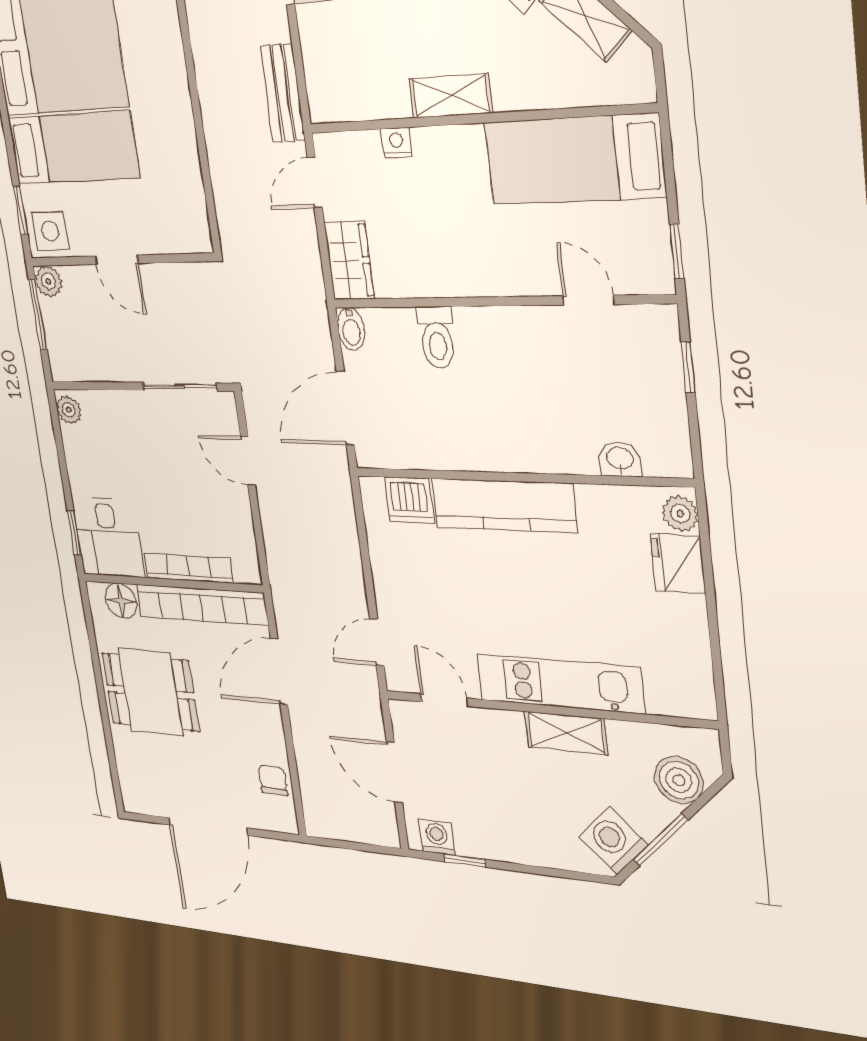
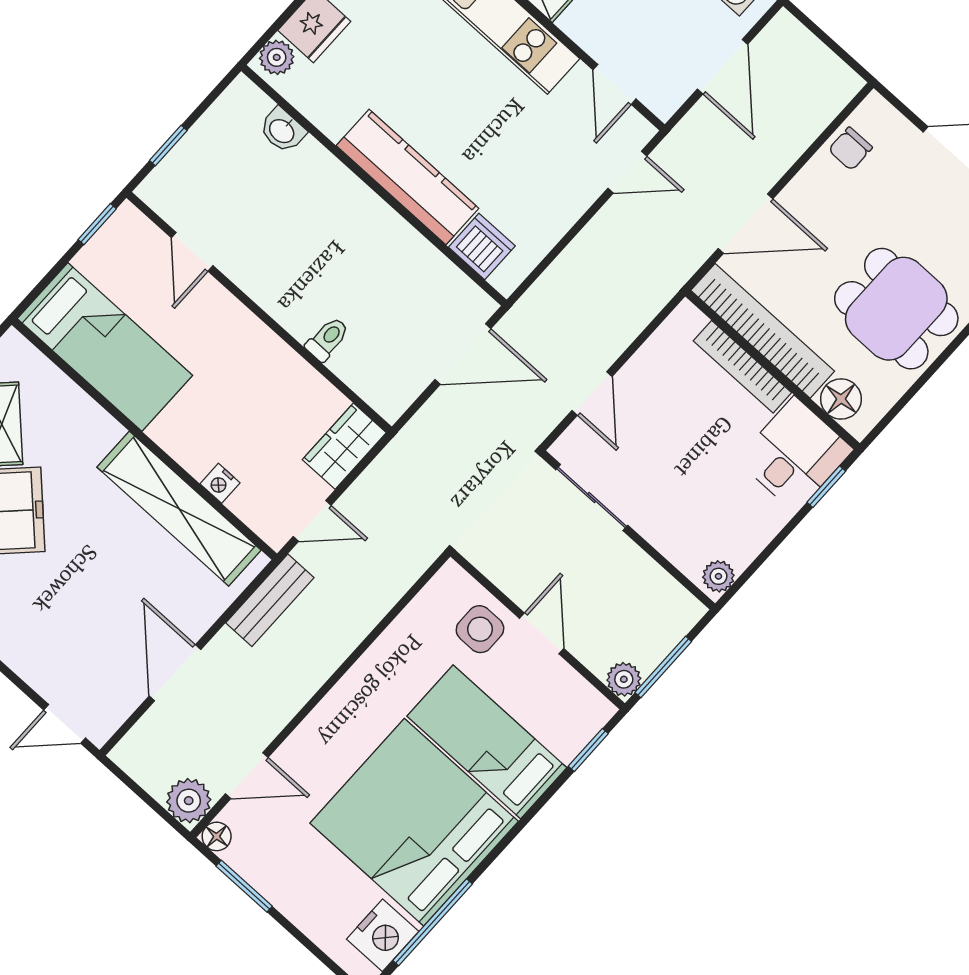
shelving: (451, 96) -> (179, 509), width x2.20, depth x1.33
side table: (50, 231) -> (480, 629), moved
bidet: (351, 329) -> (395, 401), removed
toilet: (437, 337) -> (327, 339), width x0.73, depth x0.72

